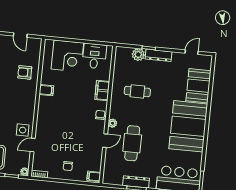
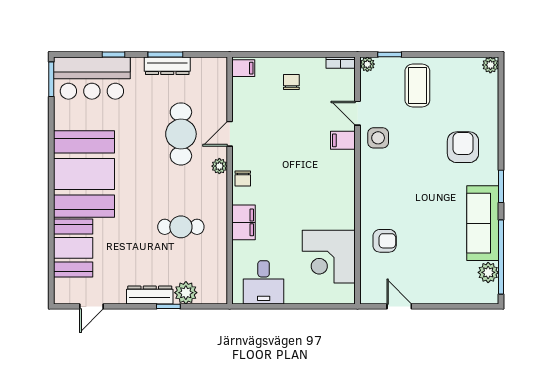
corner desk: (67, 56) -> (329, 257), moved, turned -90
filing cabinet: (46, 90) -> (343, 140), moved
door: (33, 145) -> (358, 113), swing flipped

